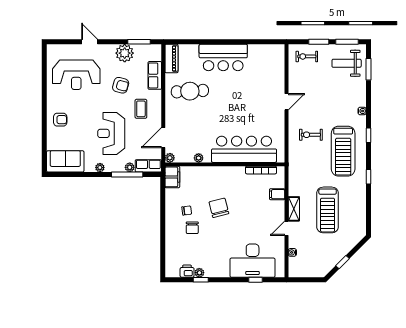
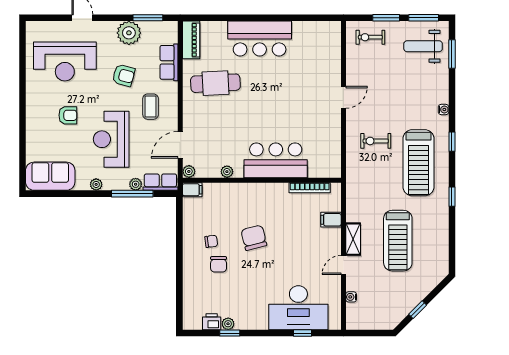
armchair: (60, 120) -> (68, 115), moved
bar counter: (244, 149) -> (276, 160), width x0.73
filing cabinet: (172, 177) -> (192, 190), width x0.50

